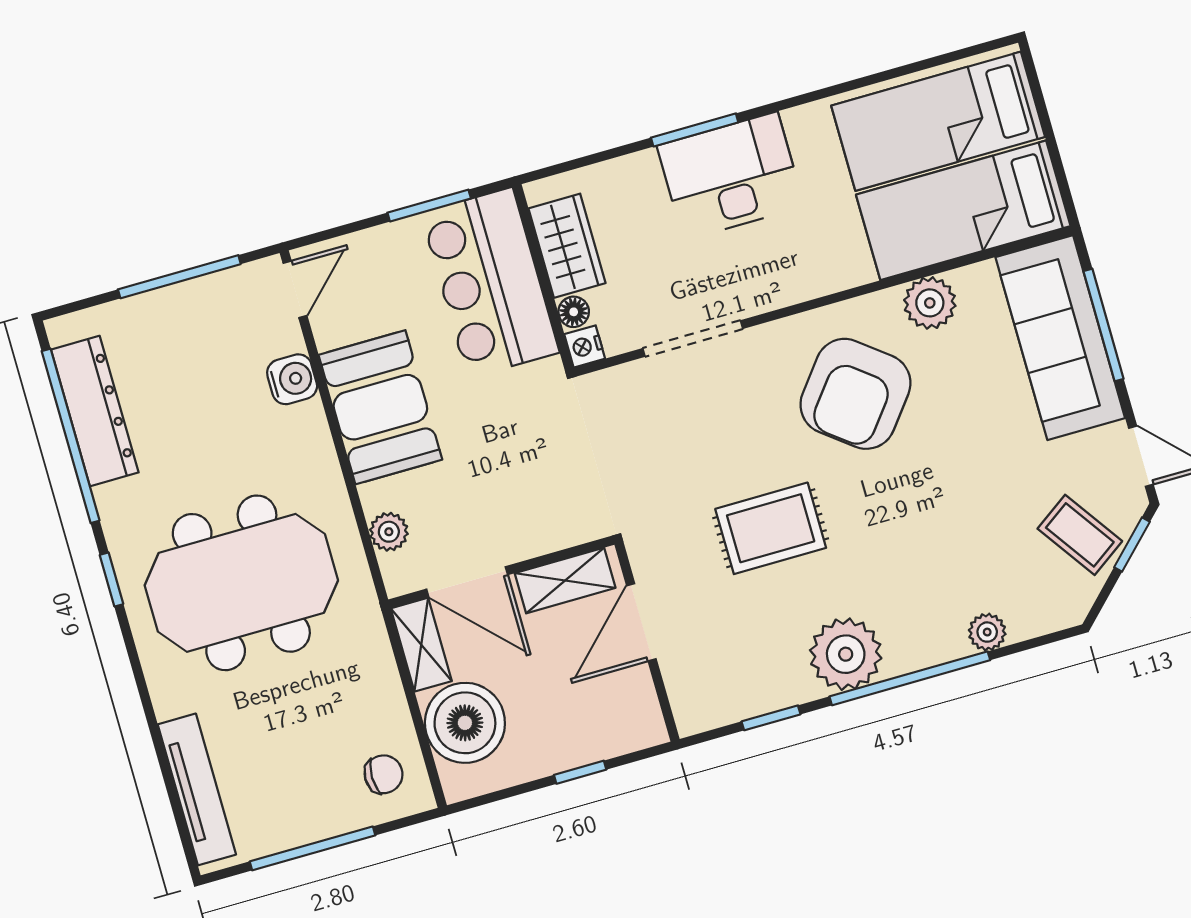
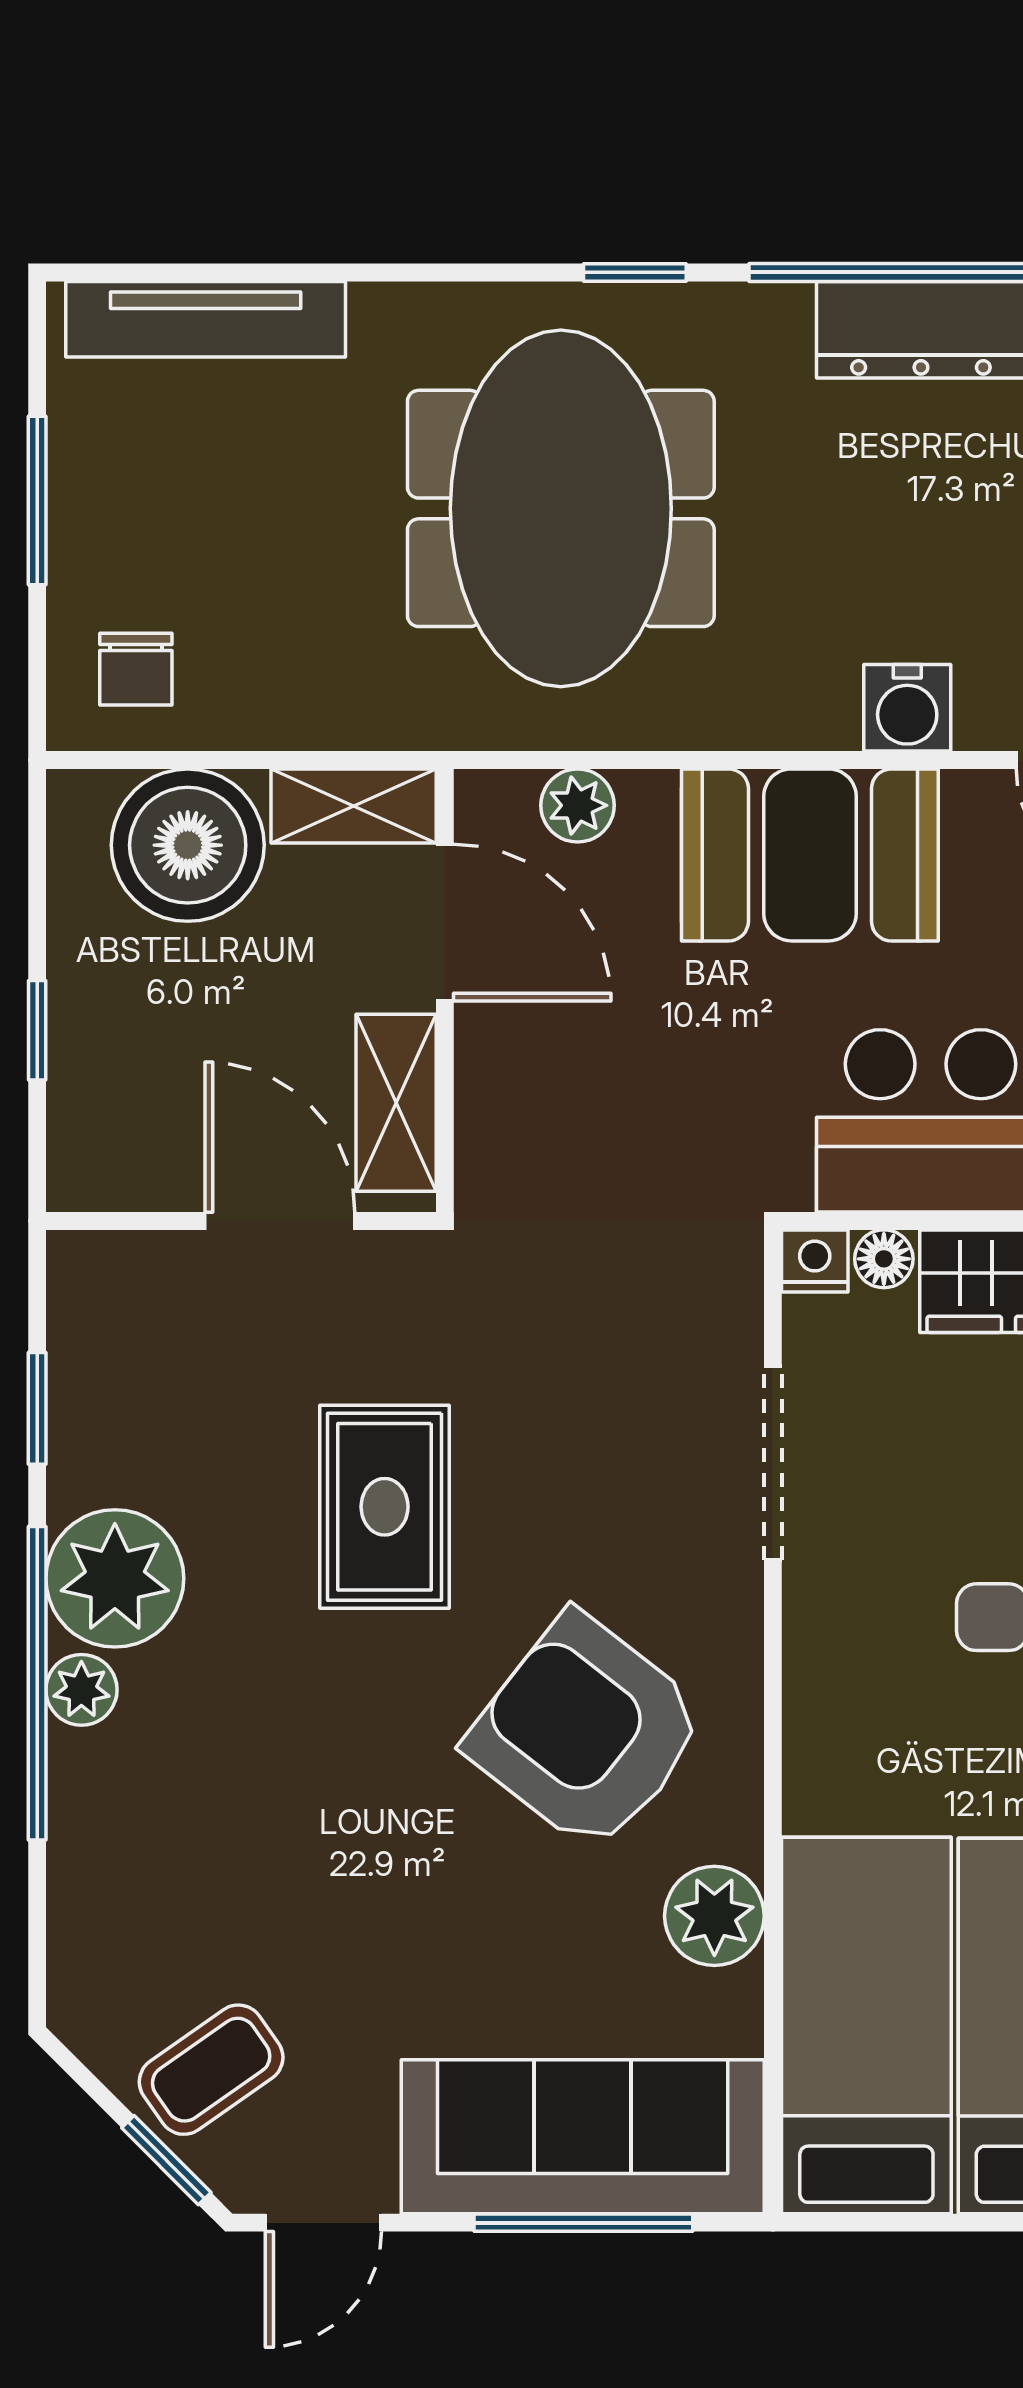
door: (467, 582) -> (445, 923), swing flipped
plant: (987, 632) -> (81, 1690), moved
window: (313, 848) -> (37, 500), width x0.69

